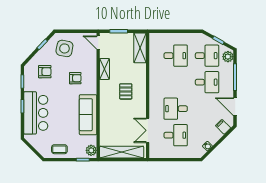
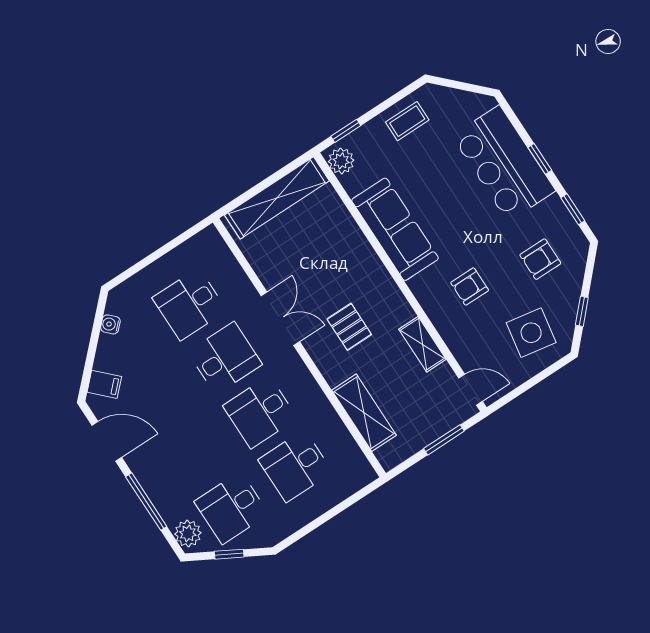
shelving: (140, 48) -> (364, 413), moved
desk: (207, 82) -> (260, 412), moved
double door: (148, 130) -> (280, 319), moved

